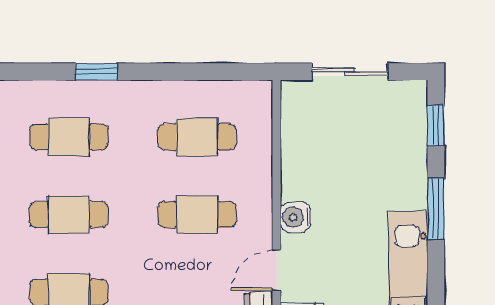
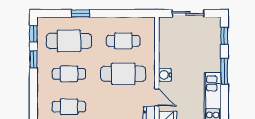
cafe table: (69, 137) -> (69, 41), width x1.37, depth x1.35
cafe table: (197, 215) -> (123, 74), width x1.37, depth x1.35
door: (276, 270) -> (157, 97), swing flipped

